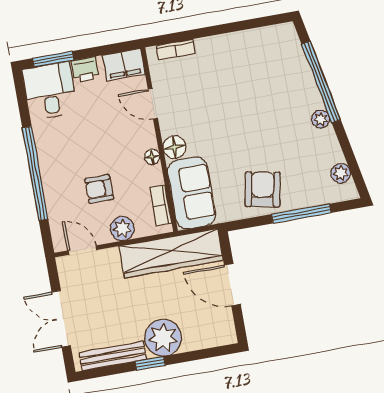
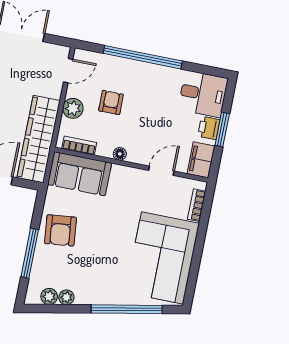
window: (53, 59) -> (222, 129), moved
corner sofa: (249, 65) -> (162, 258), added
plant: (321, 119) -> (66, 297), moved
floor lamp: (174, 147) -> (121, 174), removed
armchair: (263, 189) -> (60, 230), turned 73

